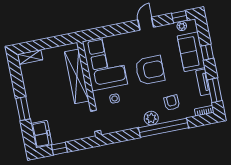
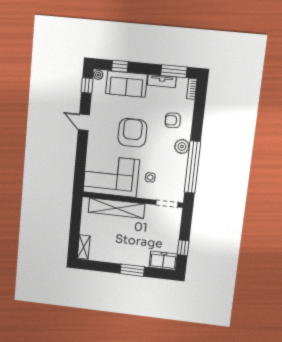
plant: (182, 26) -> (98, 75), moved
window: (207, 52) -> (120, 66), moved
window: (163, 128) -> (192, 167), moved

